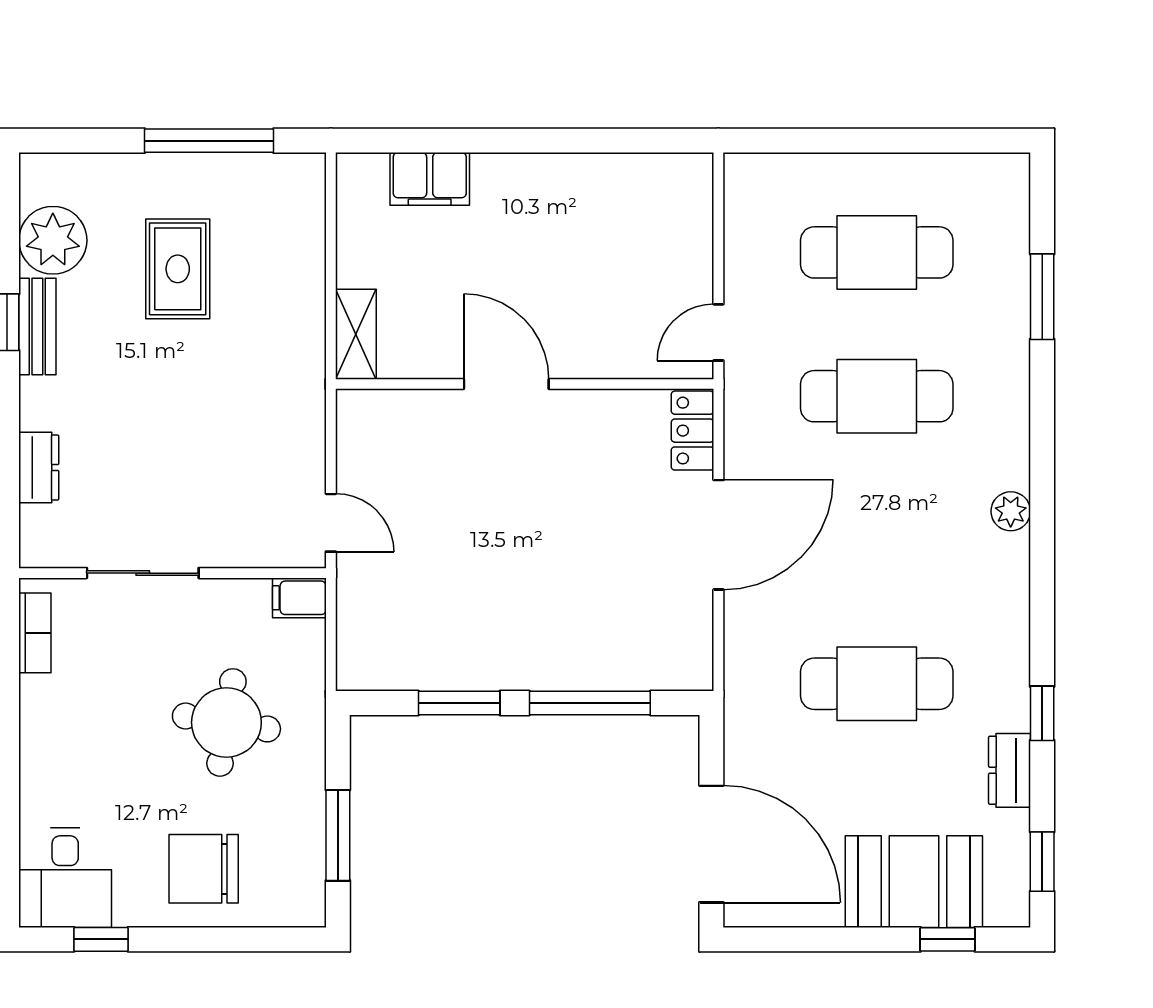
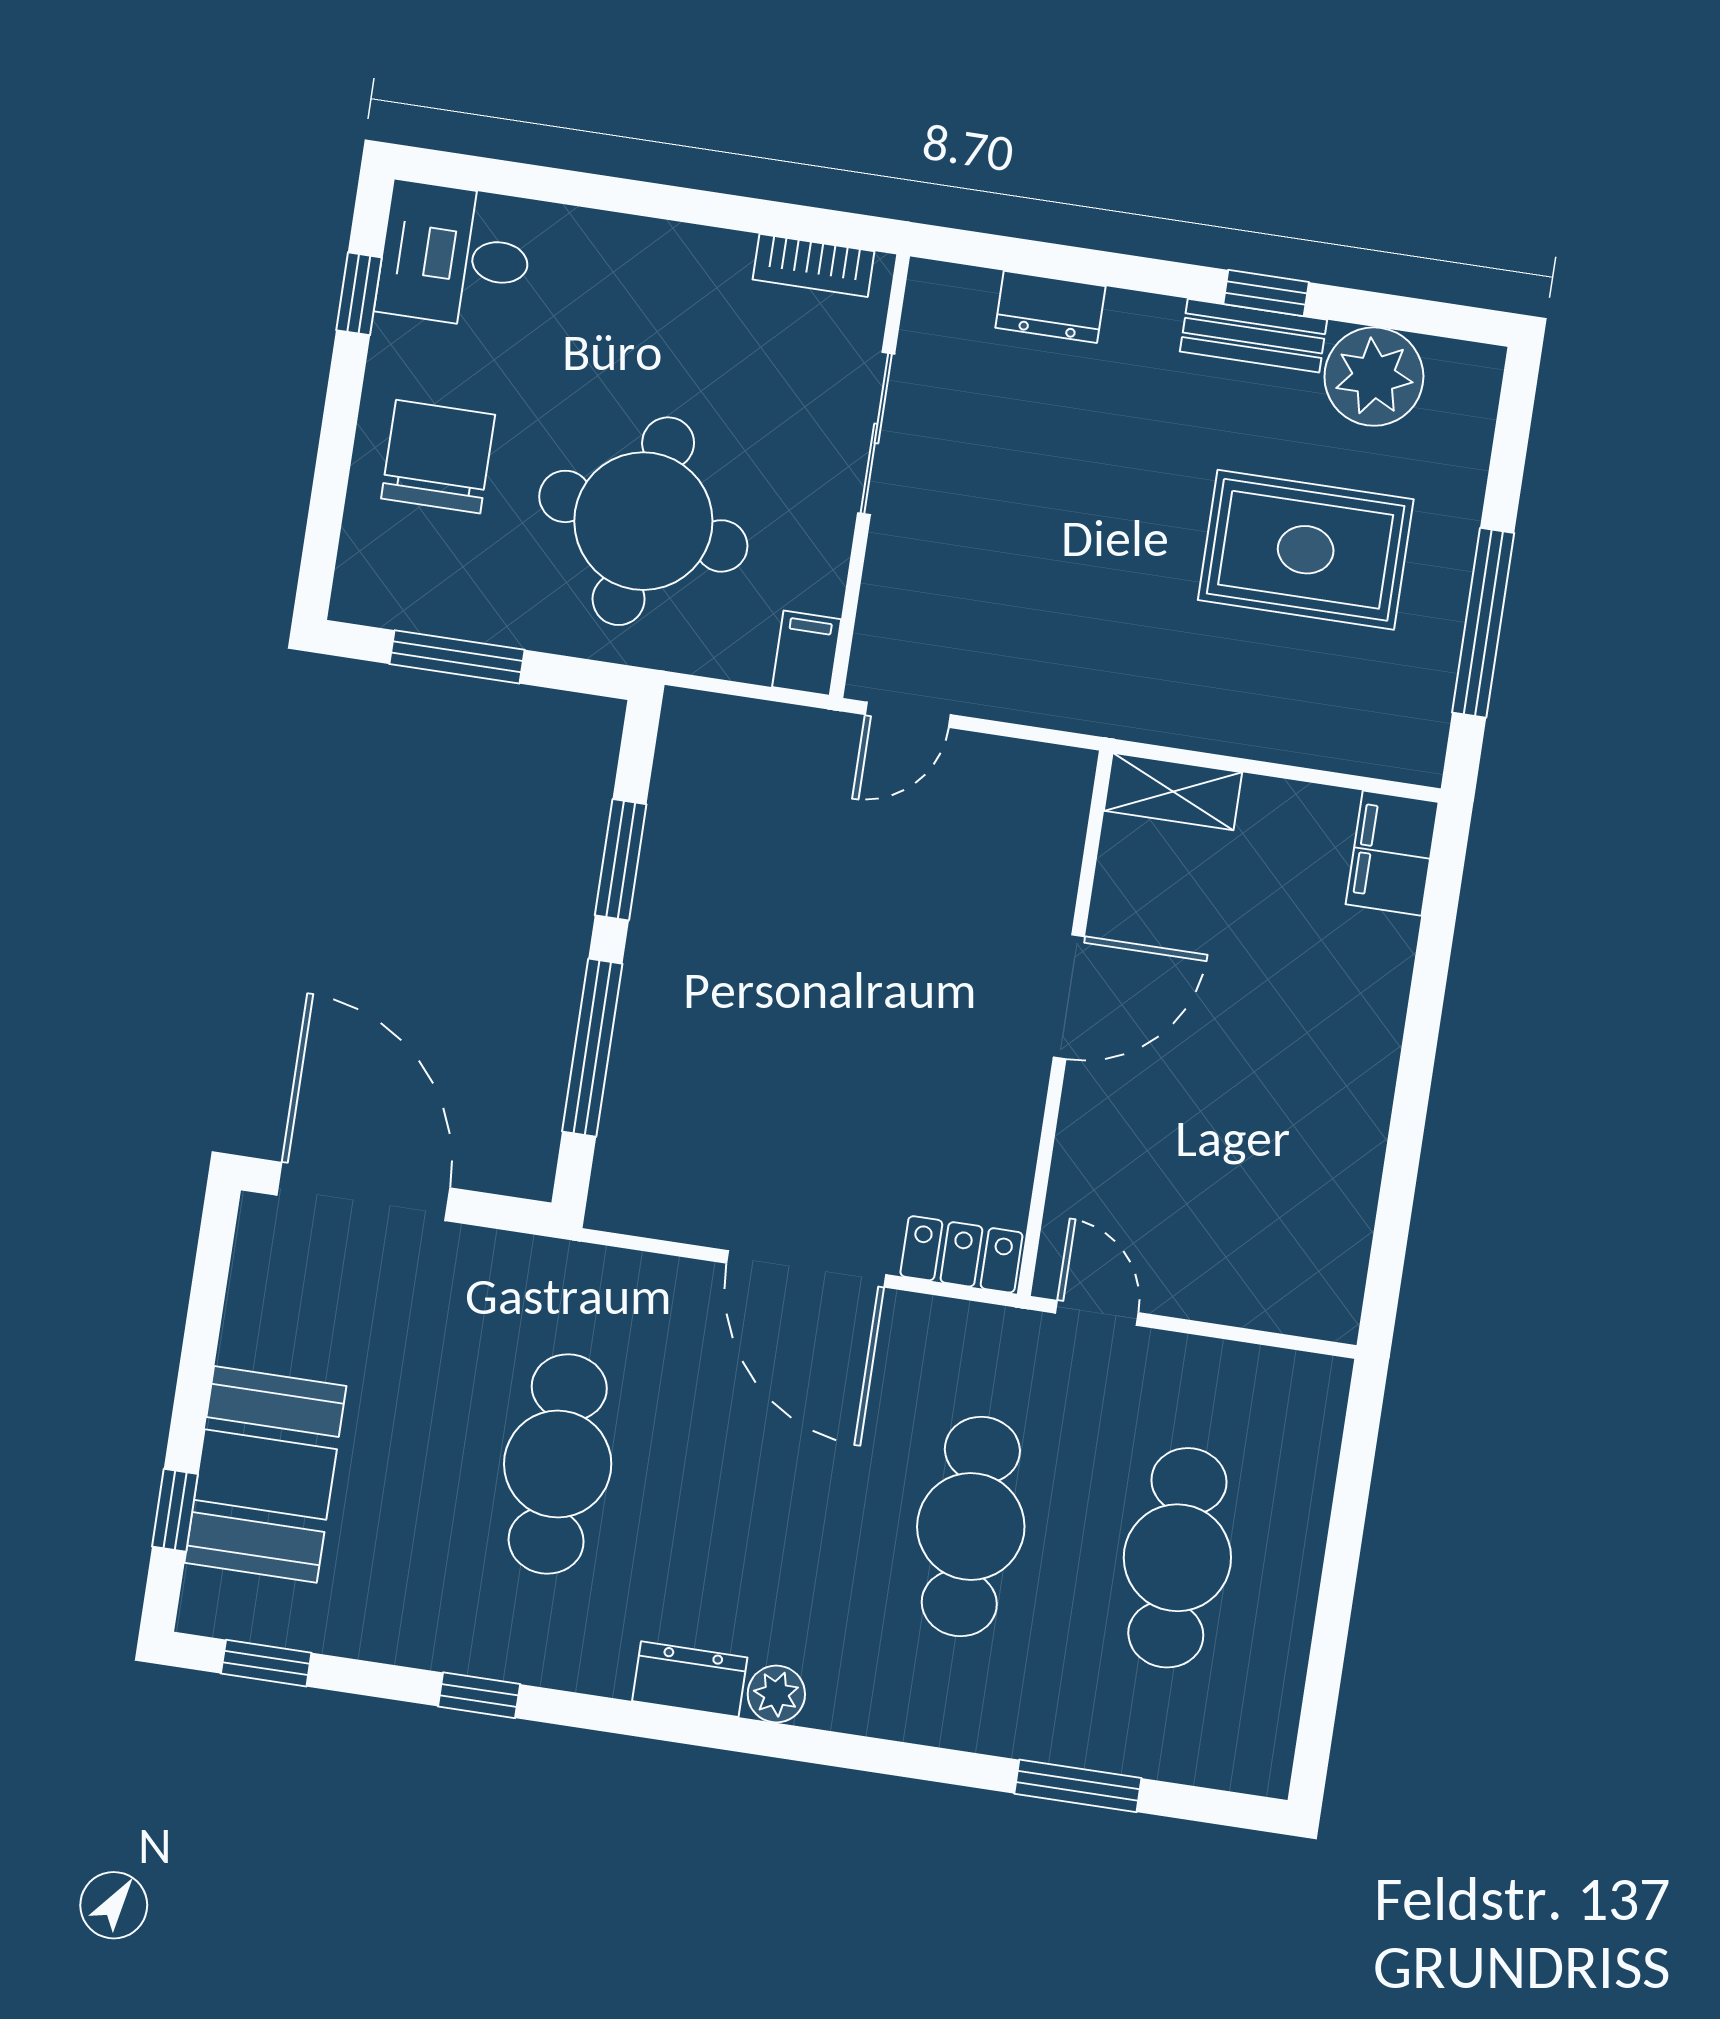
filing cabinet: (430, 179) -> (1392, 853), moved
rug: (178, 269) -> (1306, 550), width x1.36, depth x1.43
round table: (226, 722) -> (643, 521), width x1.36, depth x1.36
dresser: (1010, 770) -> (690, 1679), moved
door: (711, 844) -> (363, 1192), swing flipped

